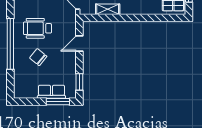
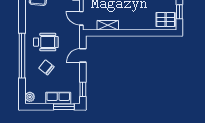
wheelchair: (37, 28) -> (46, 42), turned 180
plant: (19, 90) -> (30, 97), added

